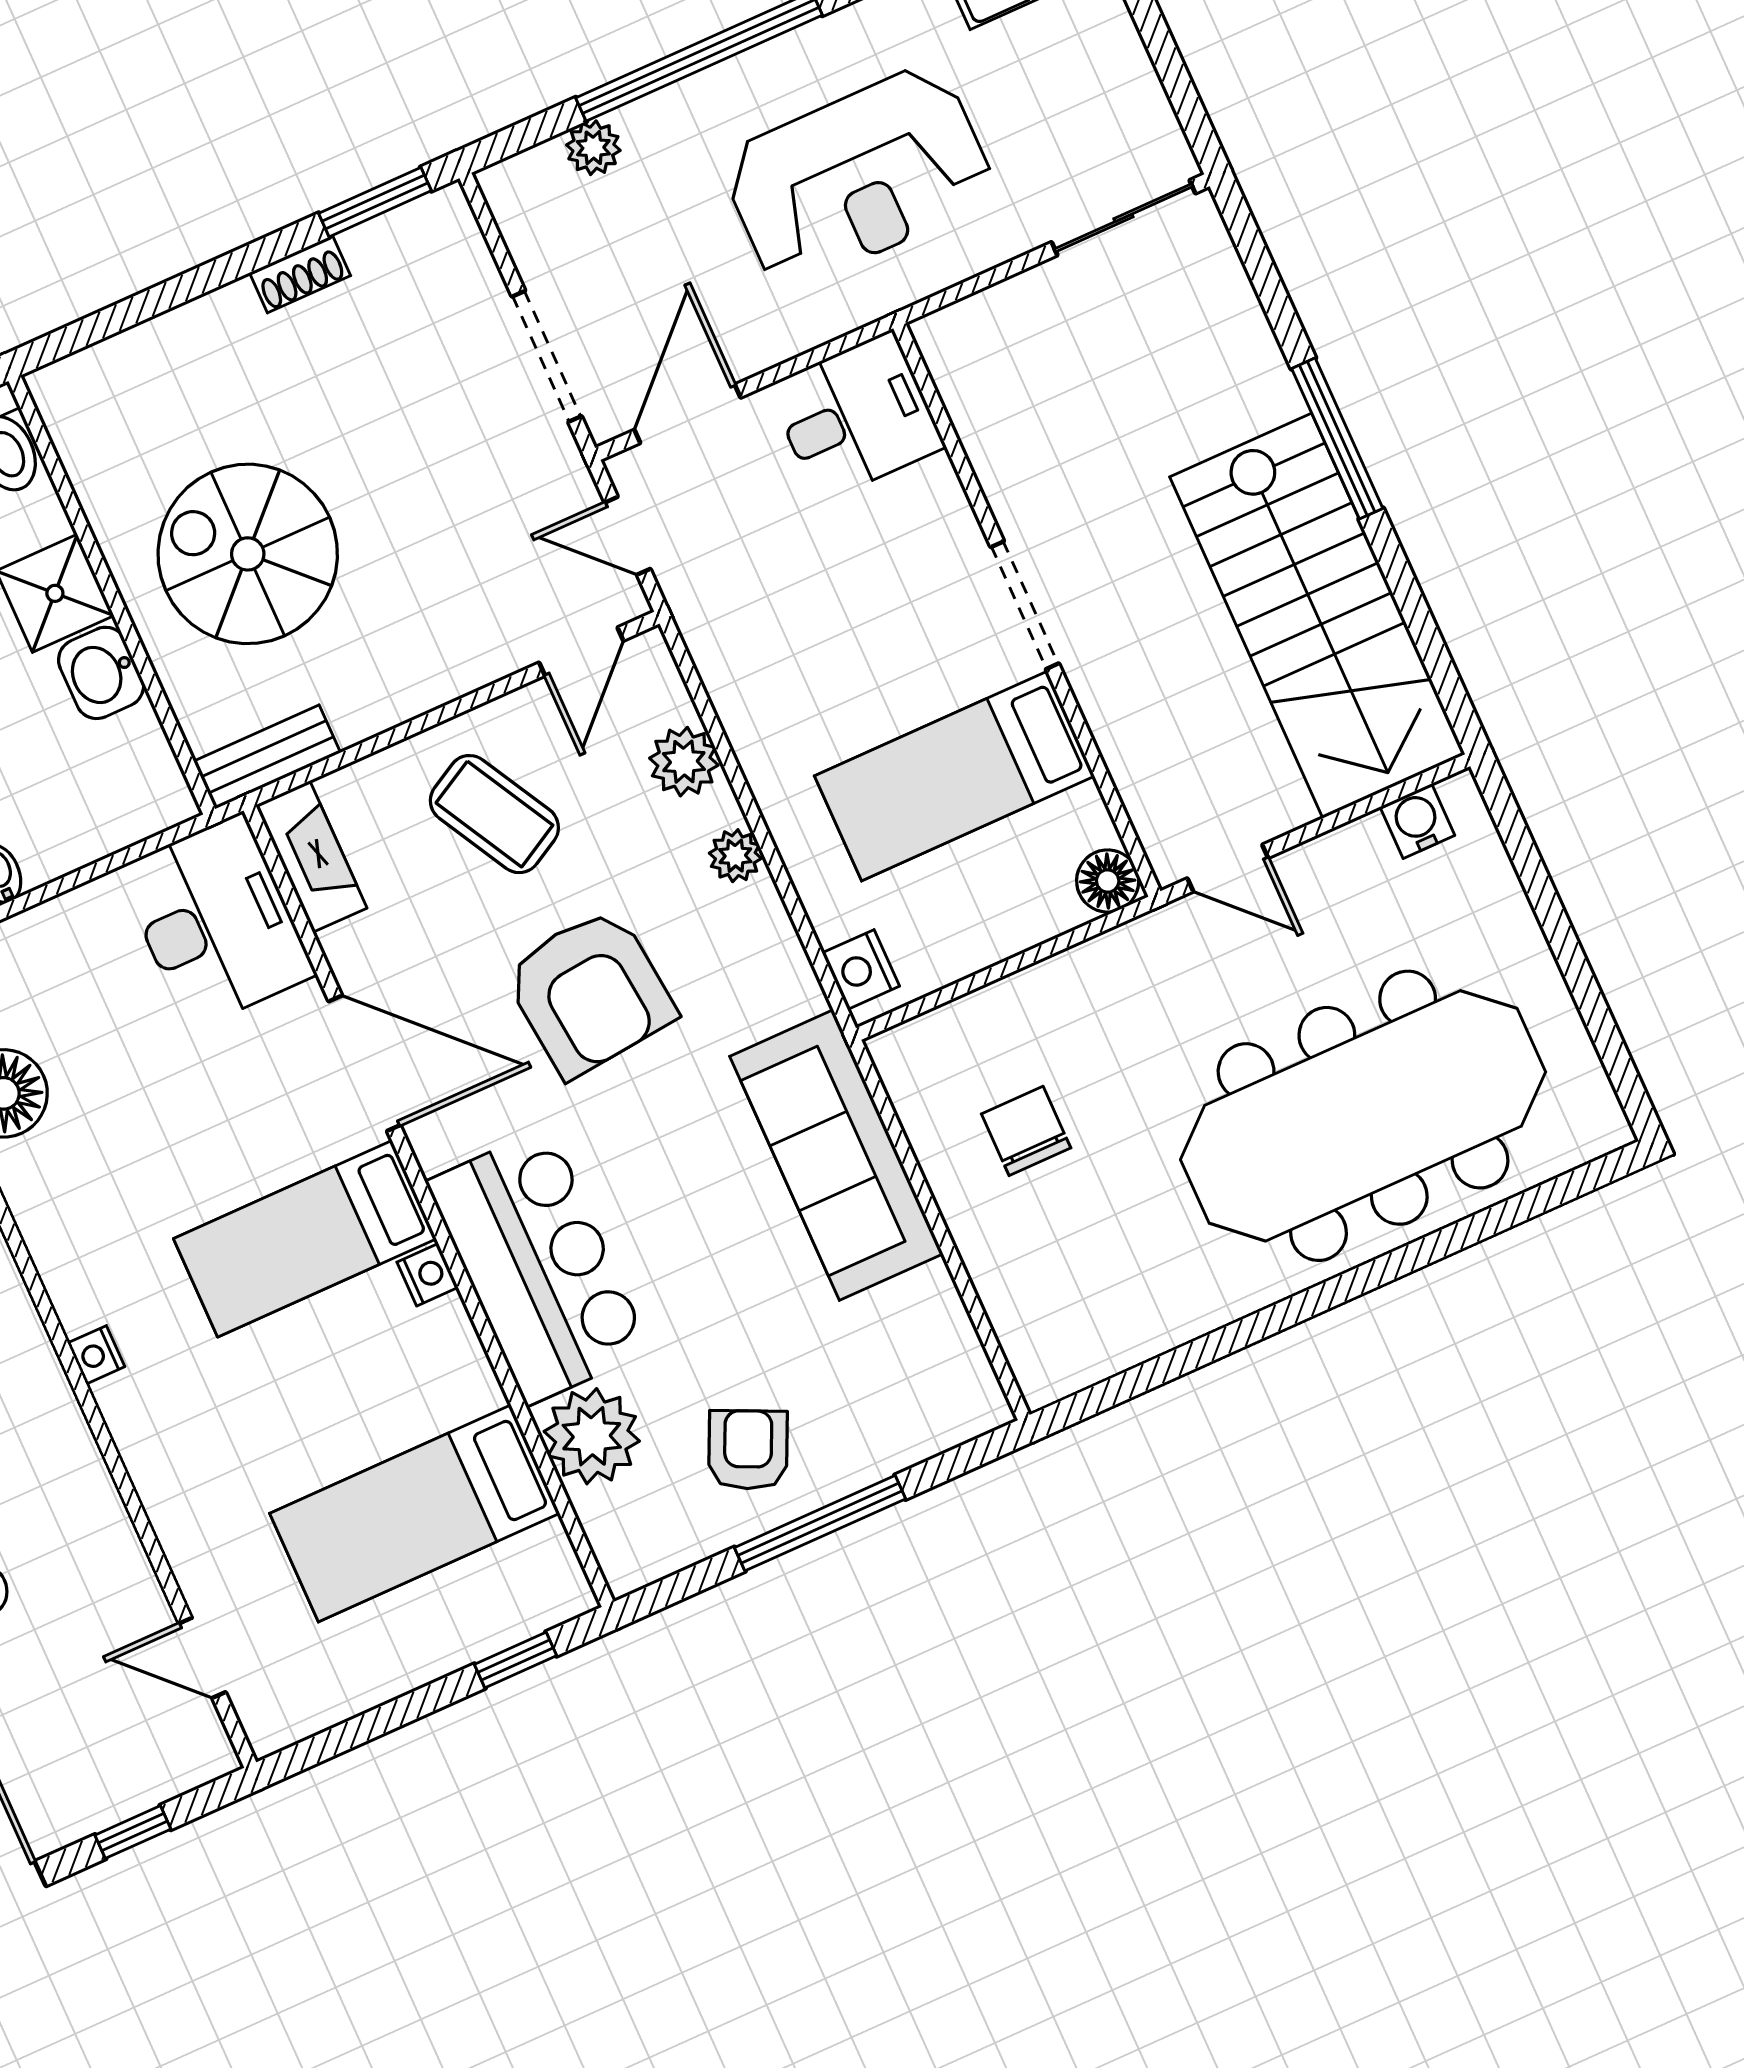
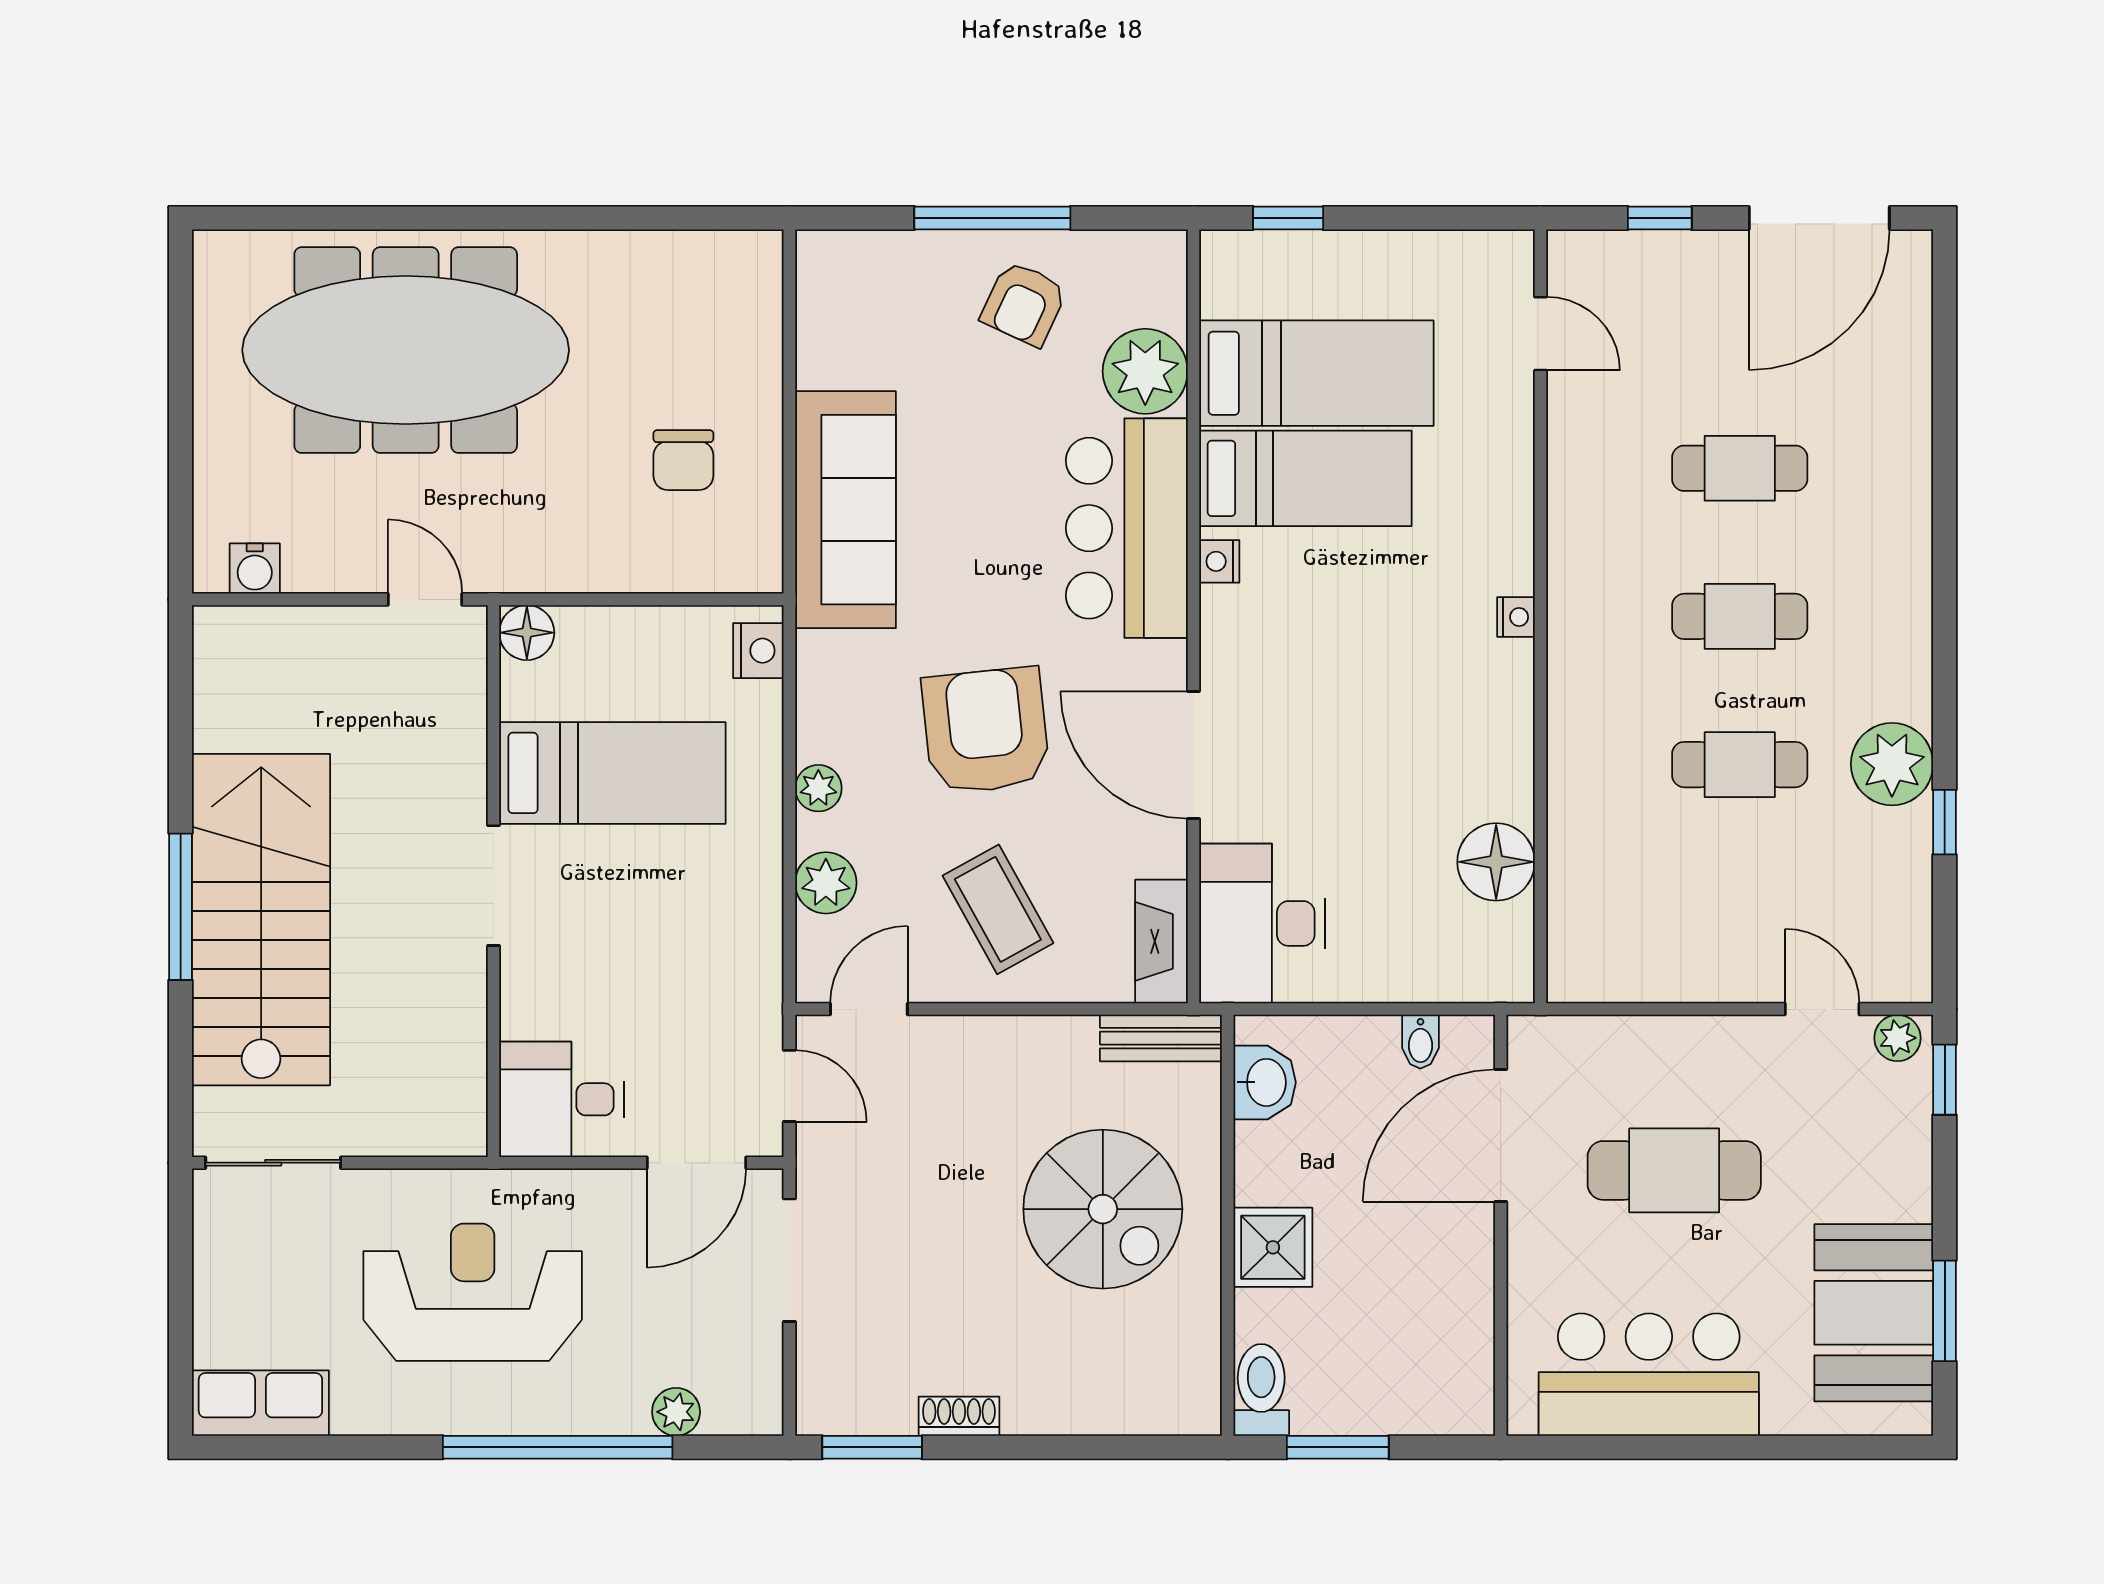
stairs: (1317, 616) -> (261, 920), moved
washbasin: (101, 673) -> (1265, 1082), moved
bed: (305, 1239) -> (1305, 478), moved

